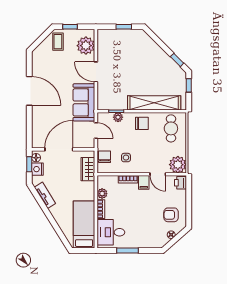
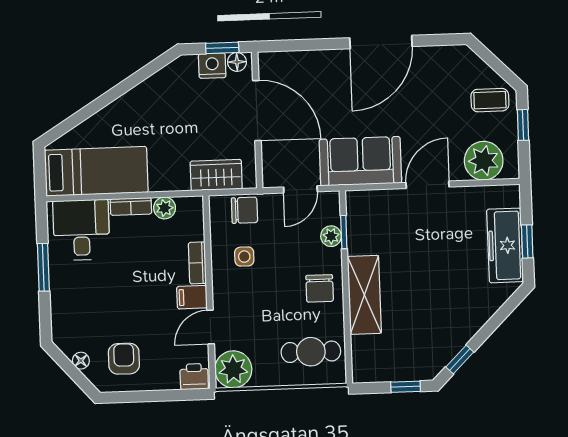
freezer: (125, 37) -> (505, 245), added
shelving: (154, 103) -> (364, 295), width x0.68
tv unit: (45, 195) -> (156, 84), removed

